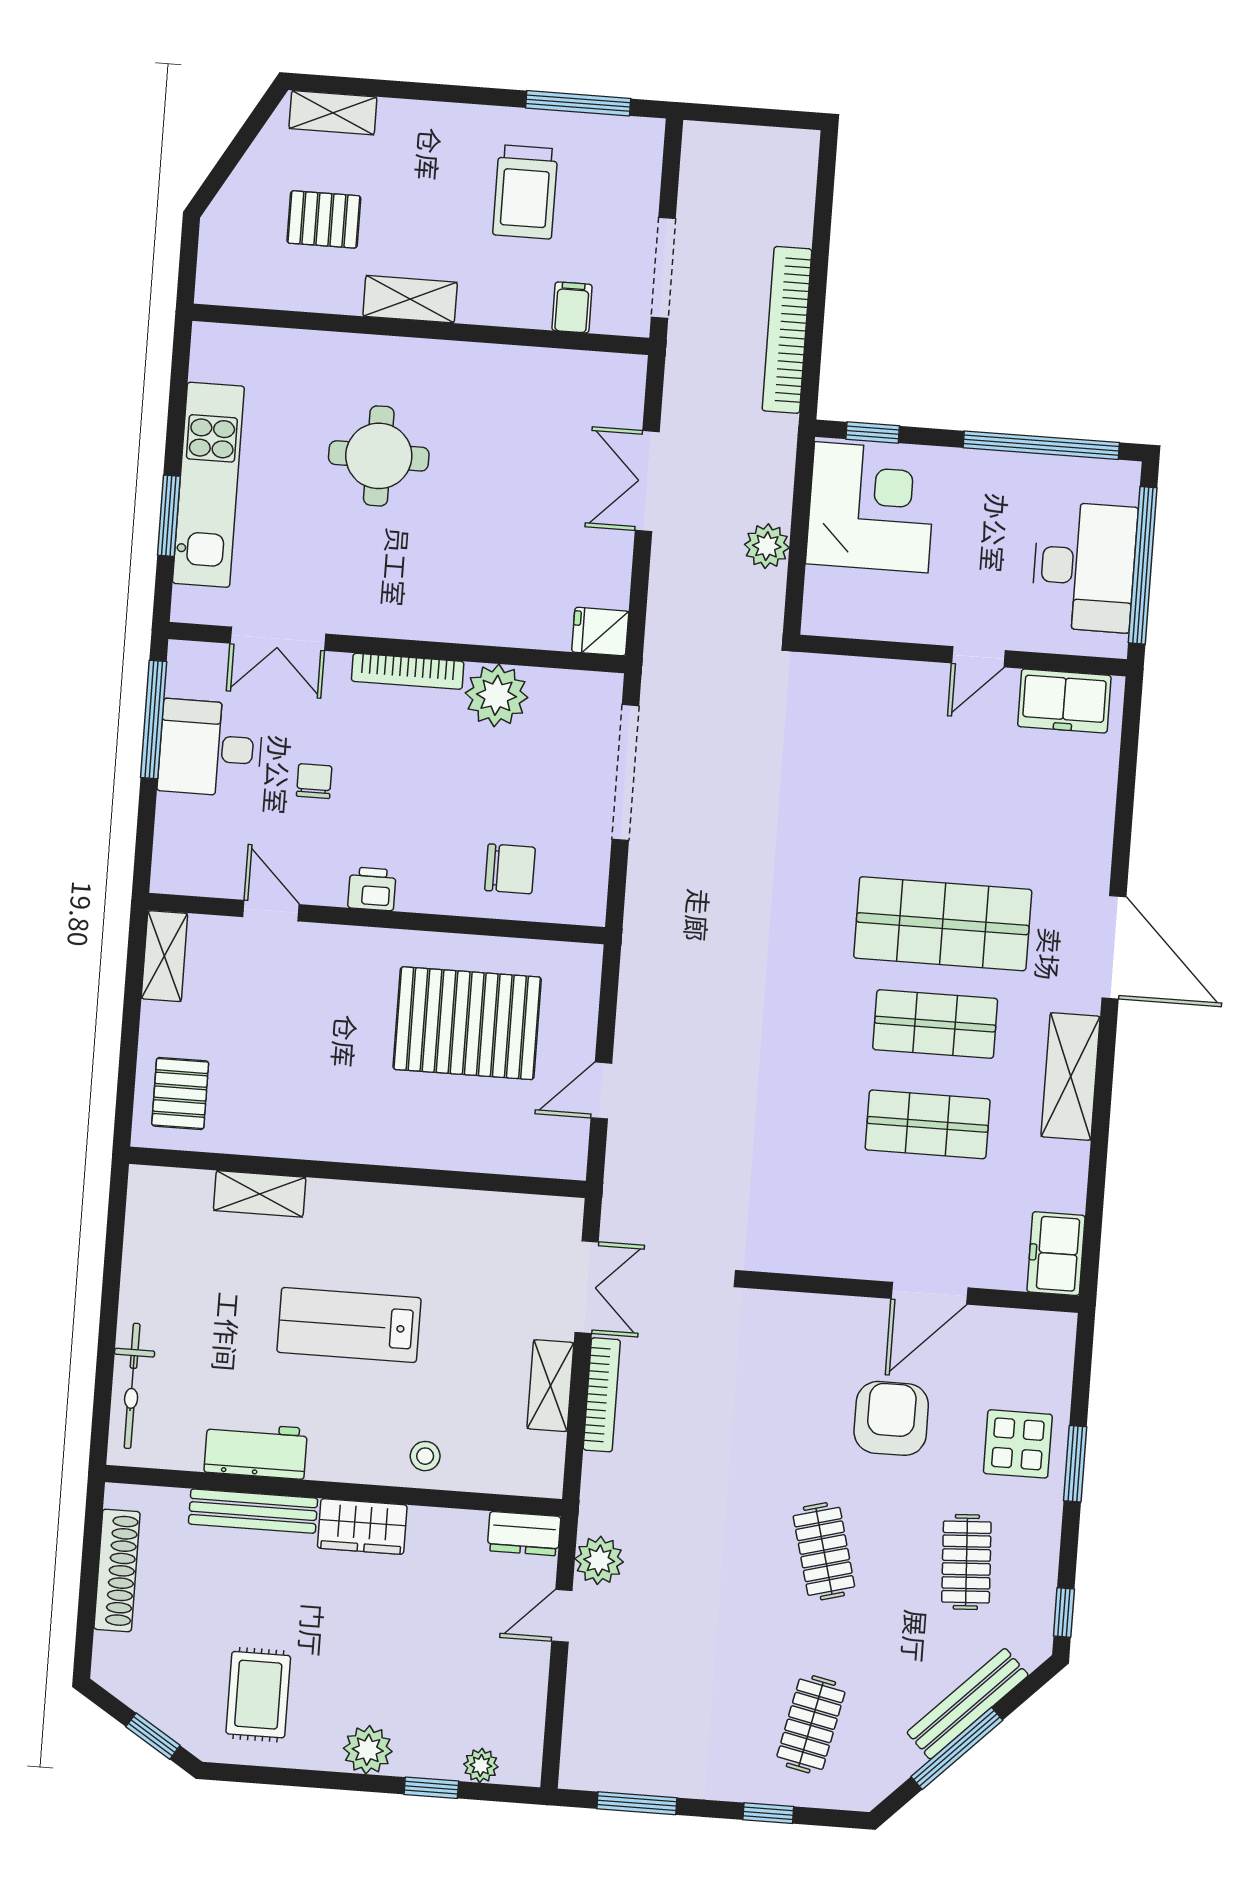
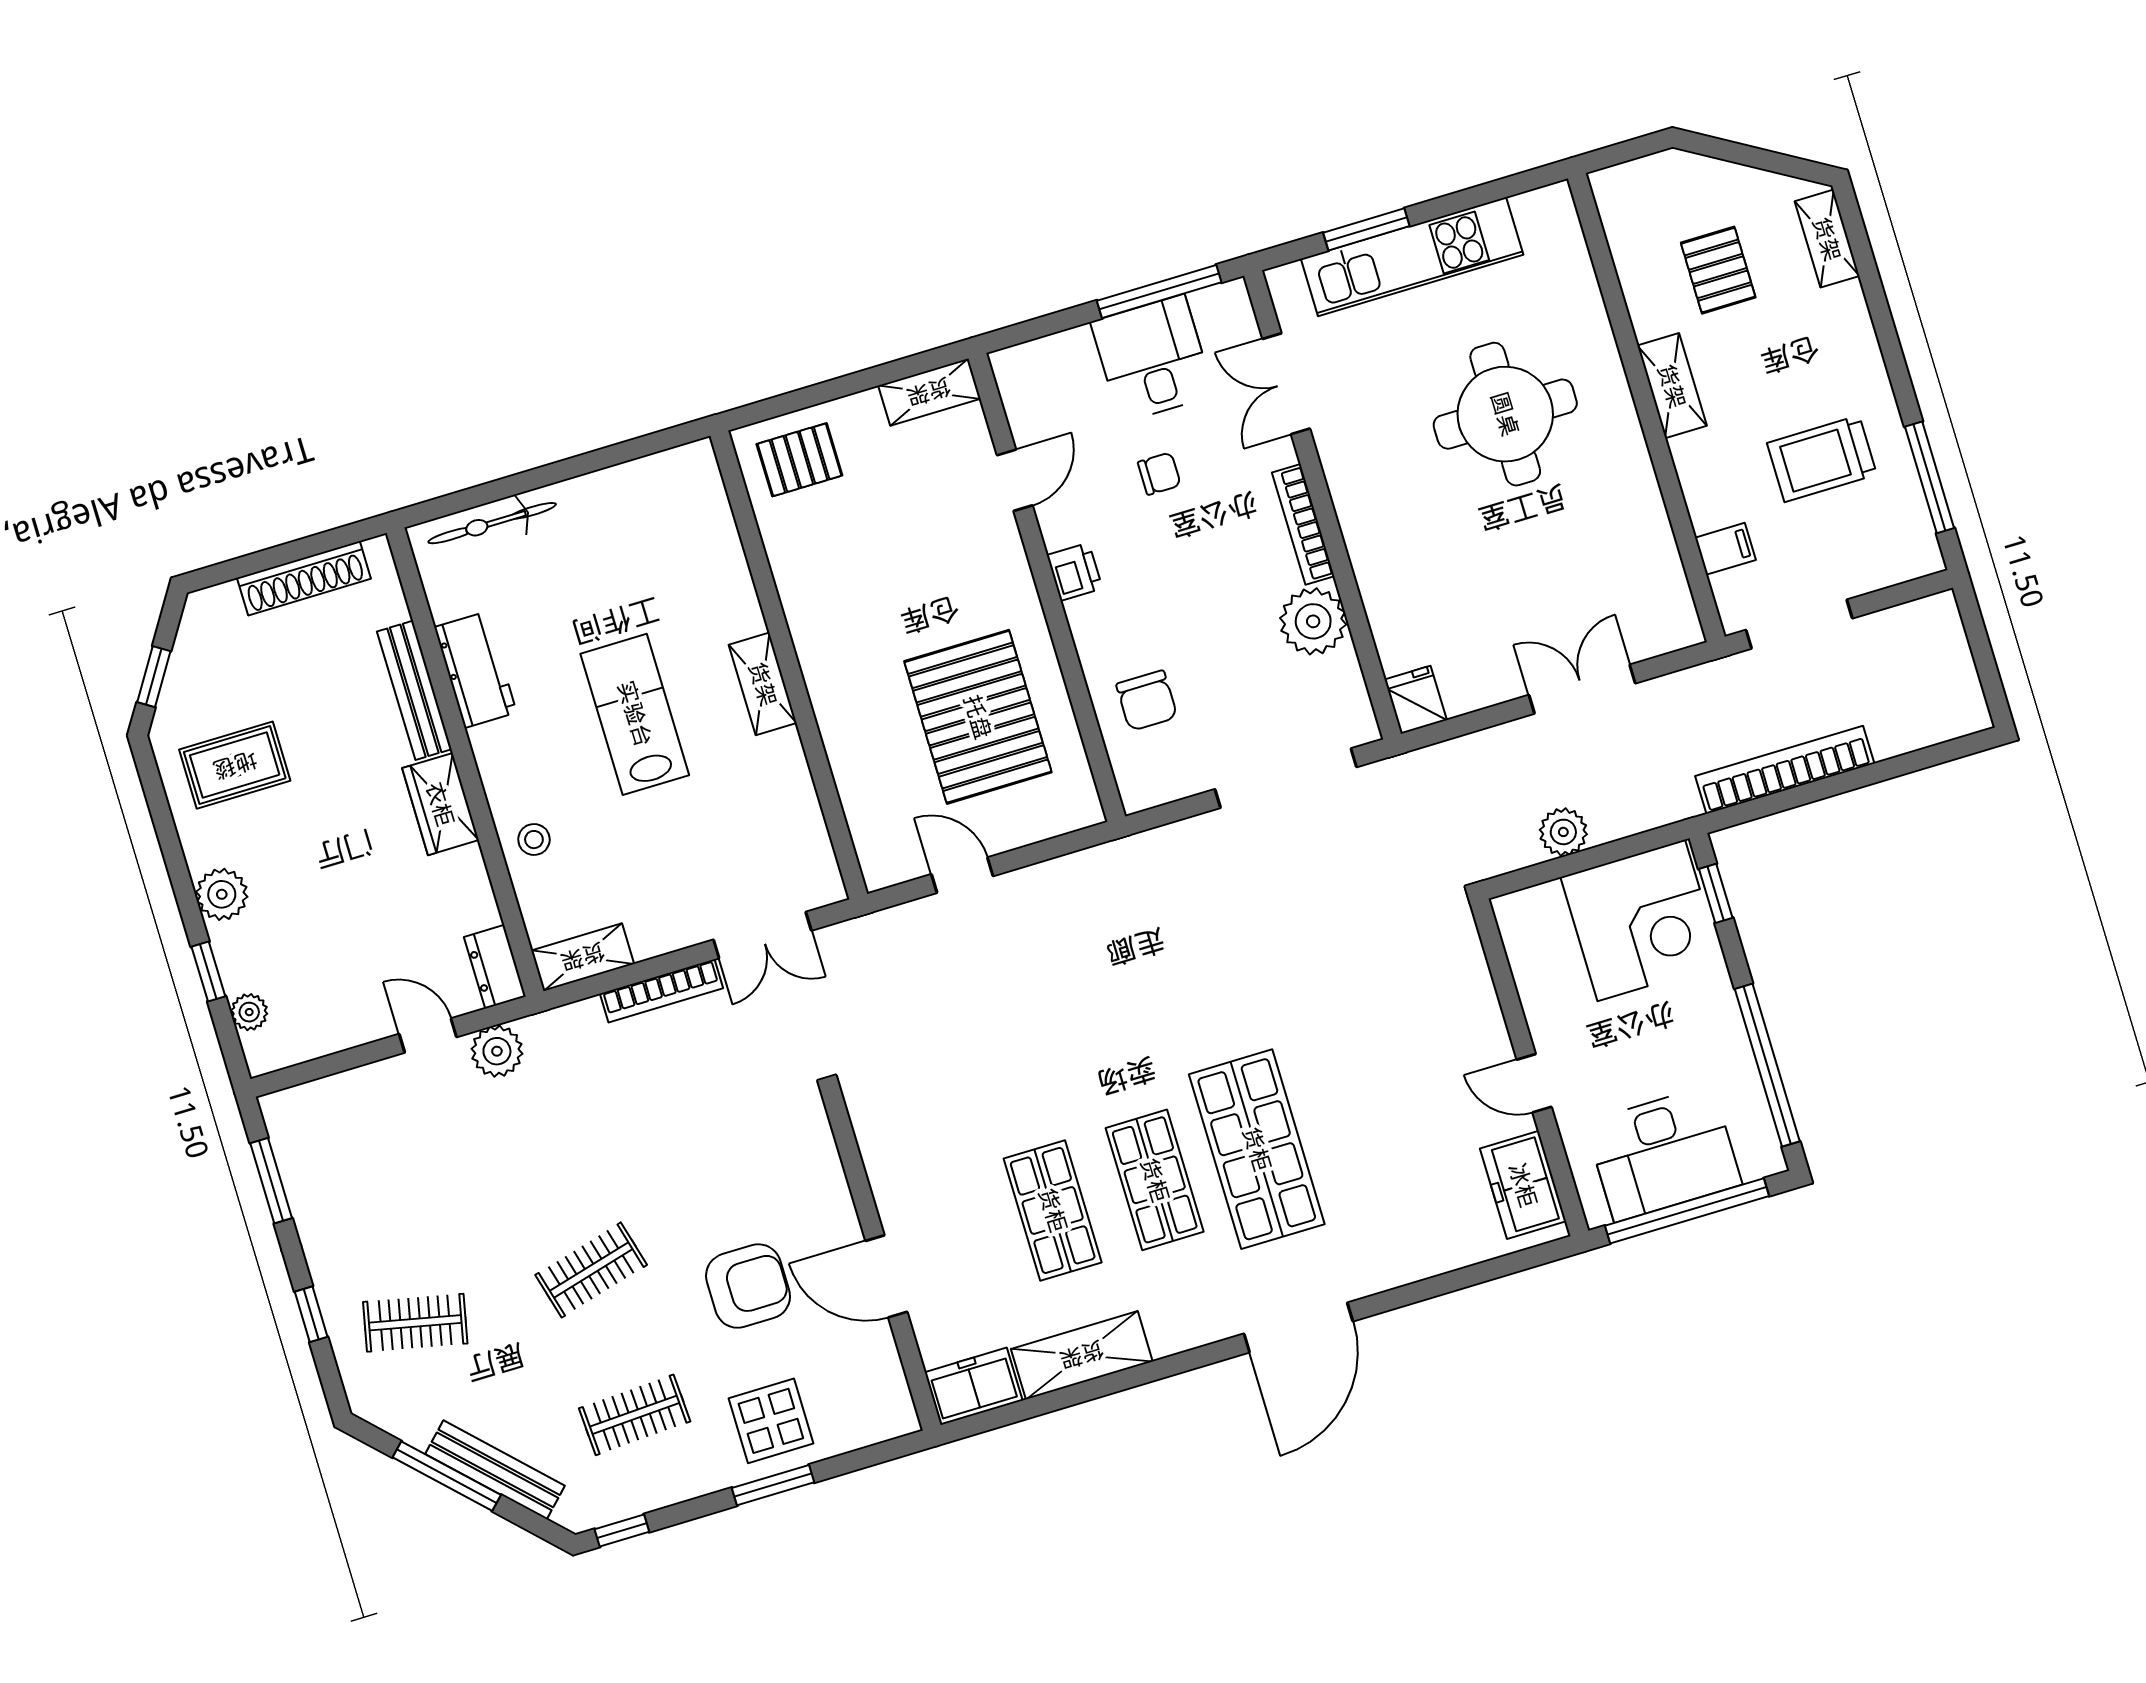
round table: (379, 456) -> (1505, 414), width x1.36, depth x1.36
shelving: (1071, 1077) -> (1082, 1355), moved
shelving: (260, 1194) -> (763, 684), moved
shelving: (550, 1386) -> (583, 957), moved

